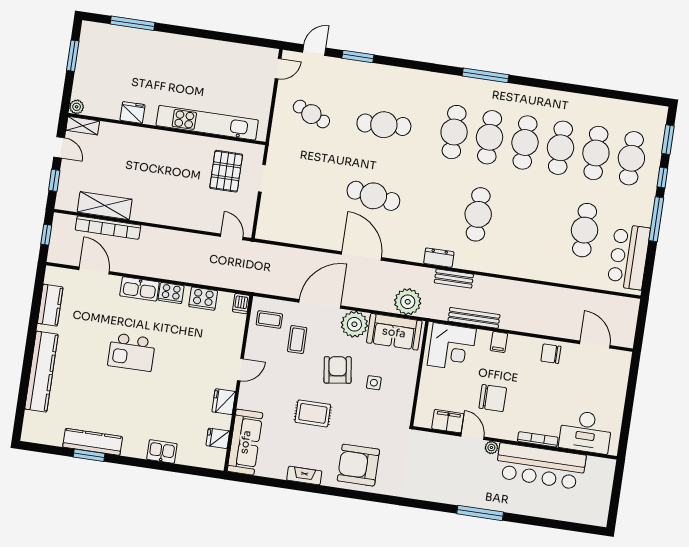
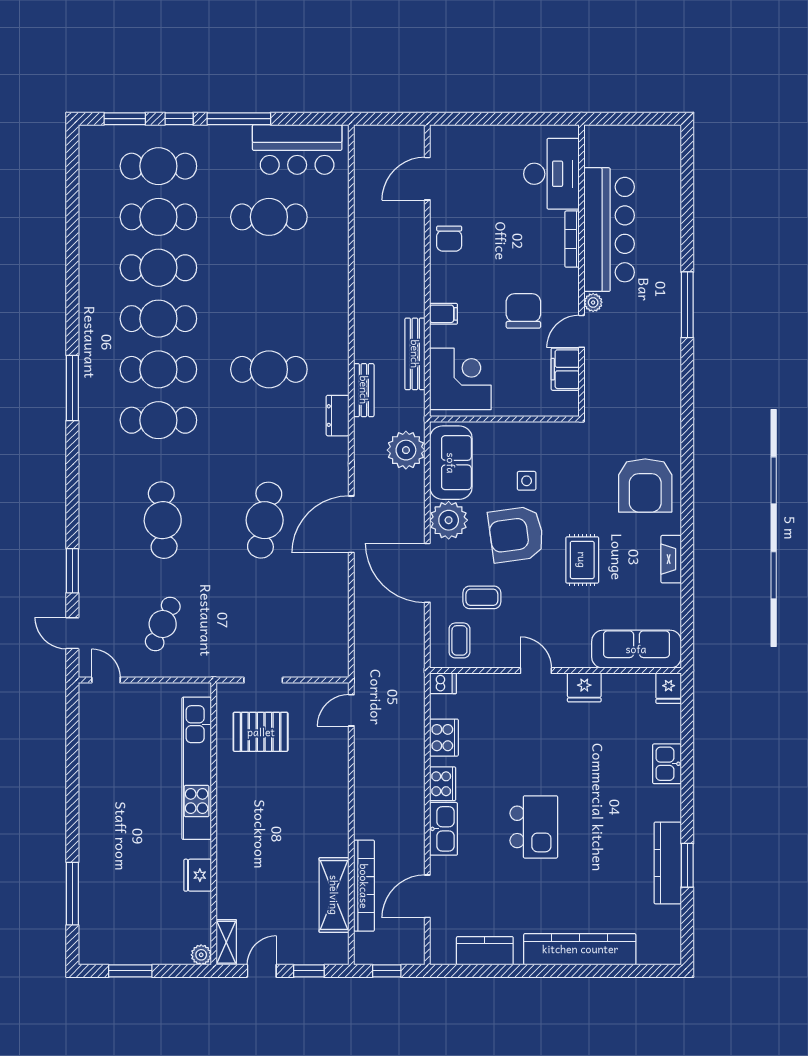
armchair: (338, 370) -> (516, 534), width x1.36, depth x1.36
fridge: (218, 438) -> (669, 688), moved

